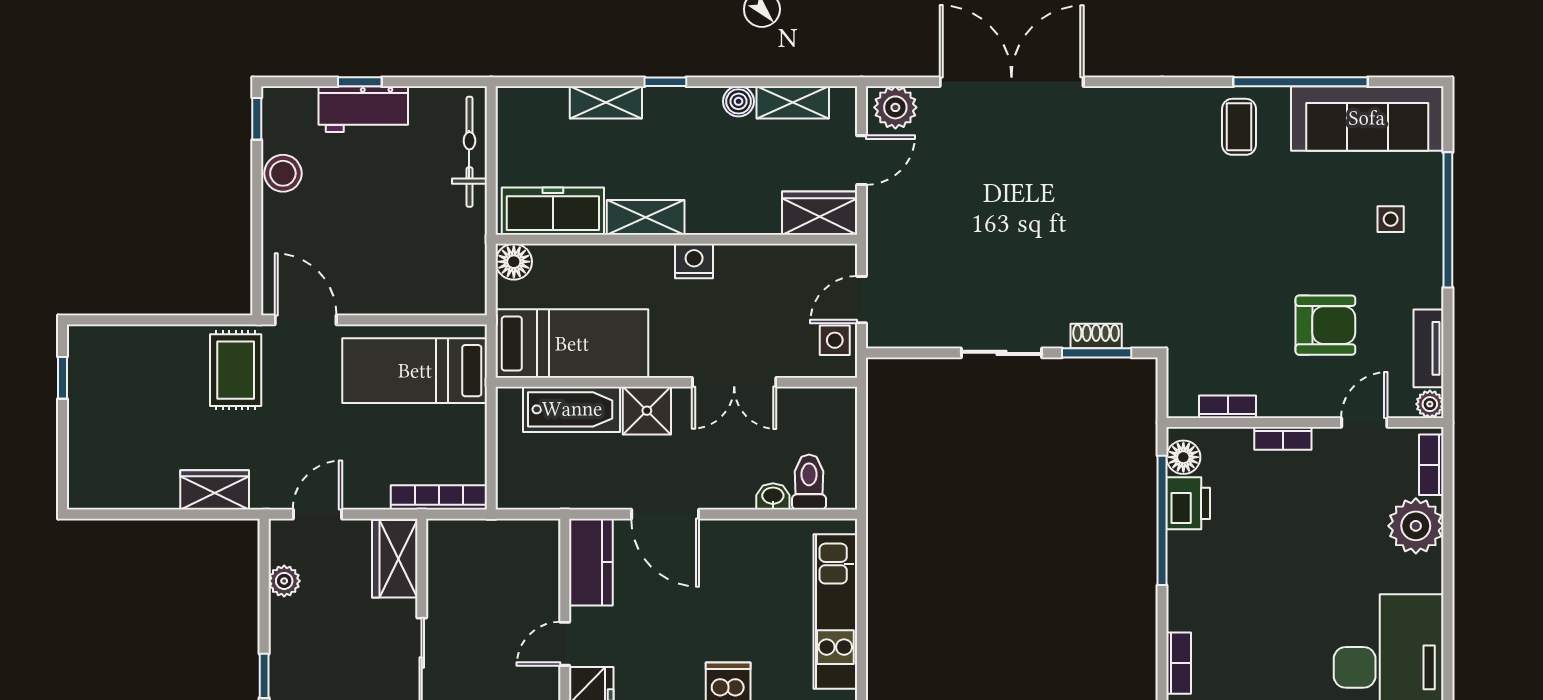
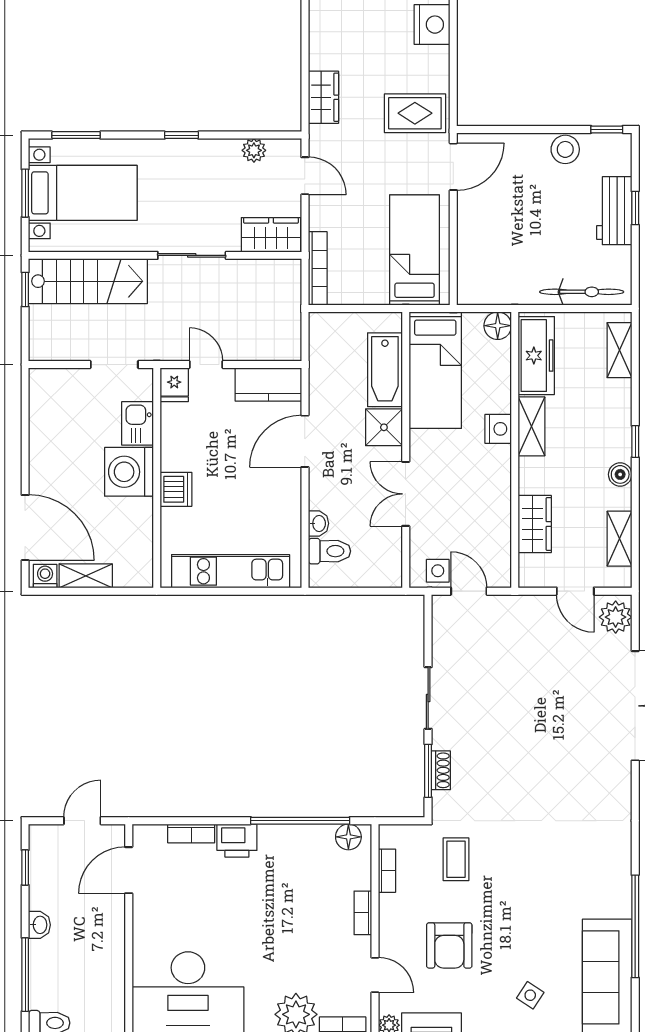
boiler: (739, 101) -> (620, 474), moved
shelving: (606, 102) -> (619, 350), moved
coffee table: (1239, 127) -> (456, 859), moved, turned 90
wardrobe: (820, 213) -> (535, 524), moved
side table: (1391, 219) -> (530, 995), turned 33
nightstand: (694, 261) -> (498, 429), moved
nightstand: (119, 348) -> (432, 25), added
printer: (1188, 503) -> (237, 841), moved

